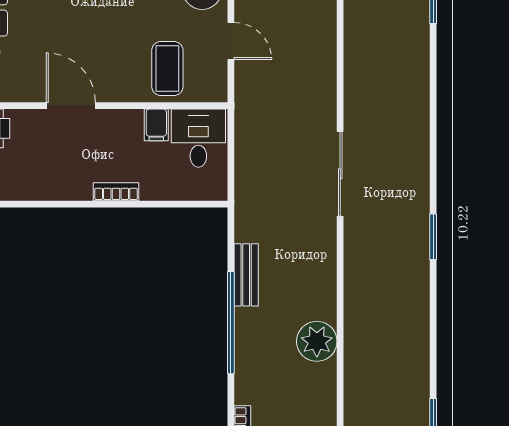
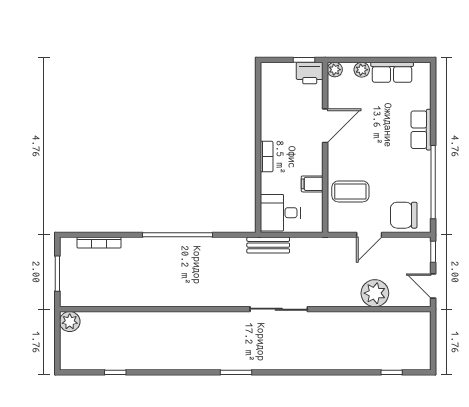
desk: (198, 138) -> (280, 213), moved, turned 180
bench: (246, 275) -> (268, 245), moved
plant: (317, 341) -> (375, 293), moved

